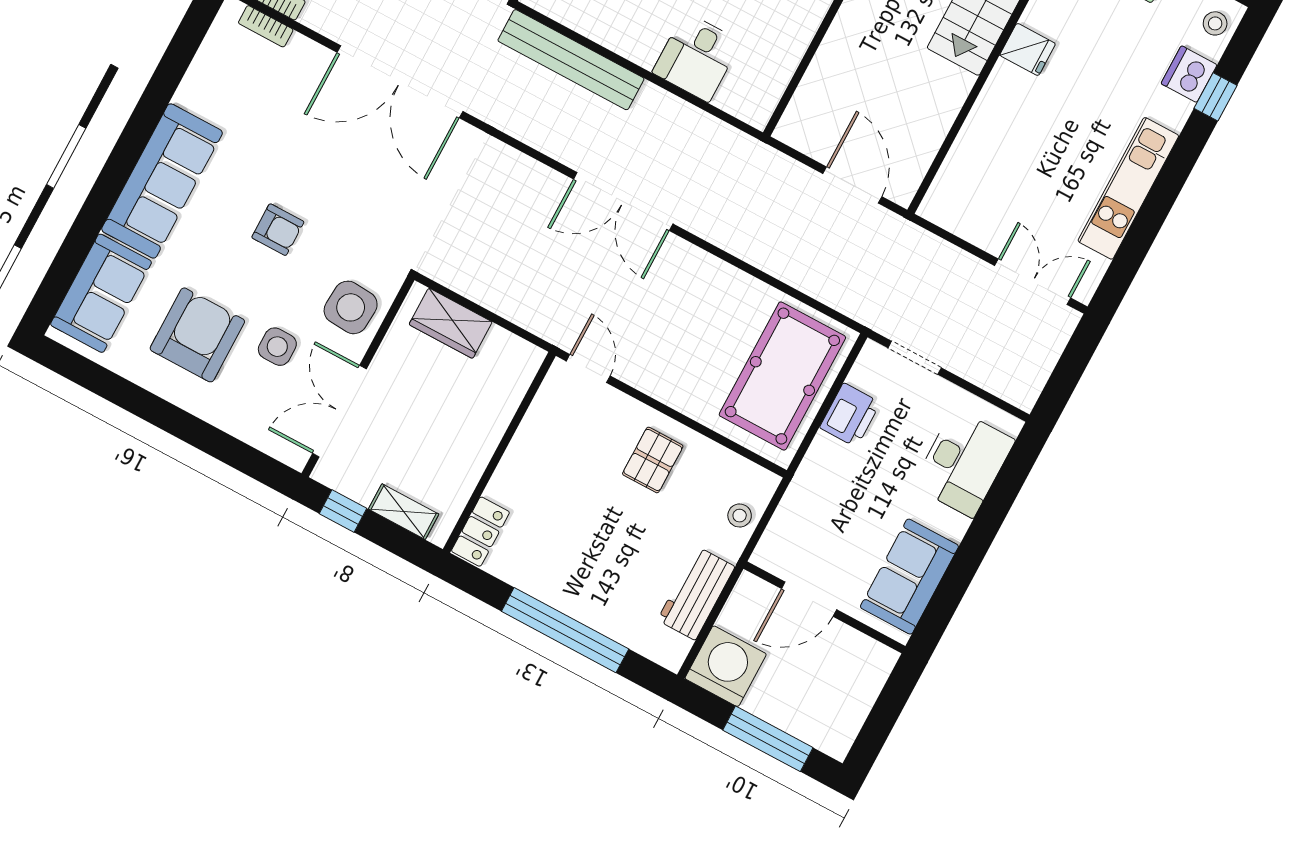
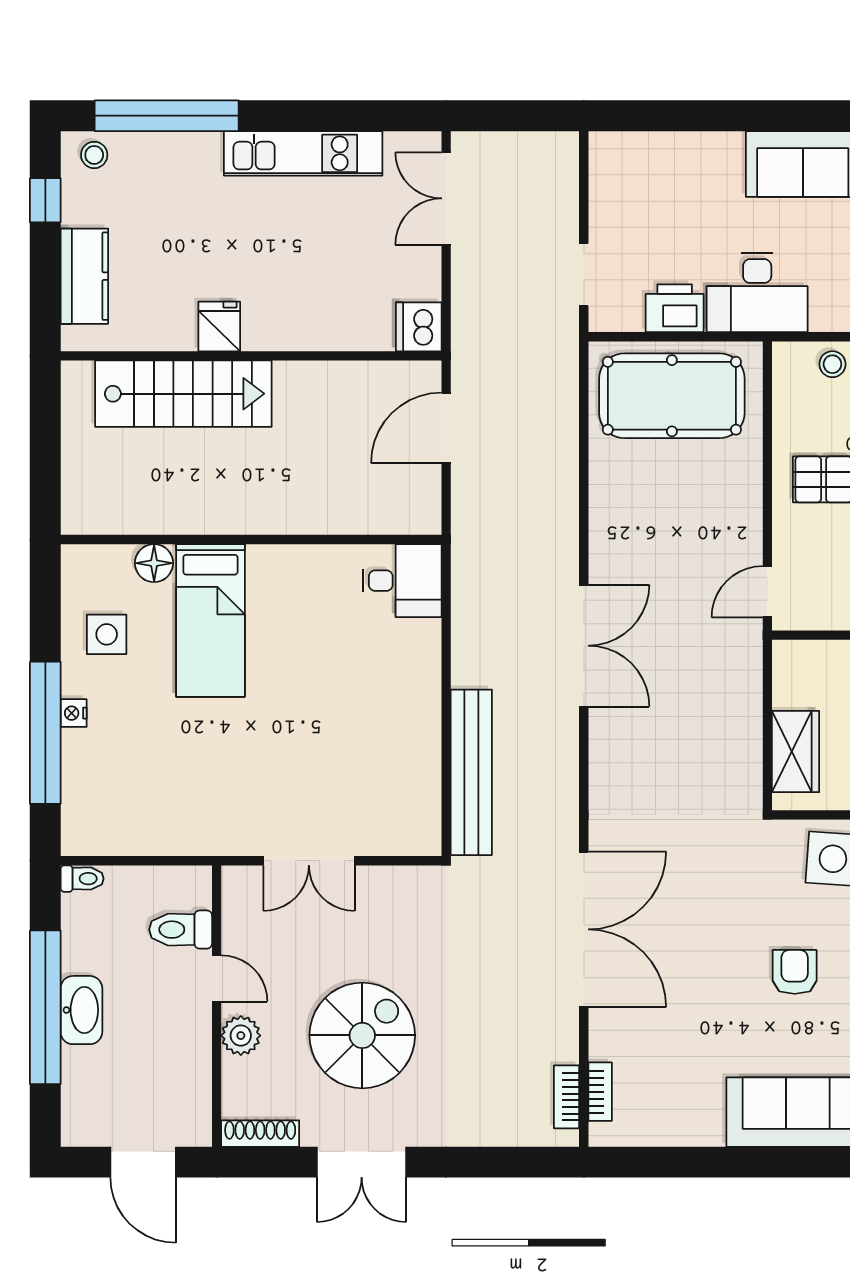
desk: (697, 57) -> (402, 581), moved
dishwasher: (1189, 74) -> (419, 327), moved, turned 90
window: (1215, 97) -> (167, 116), width x3.17
desk: (964, 463) -> (757, 292), moved, turned 180

